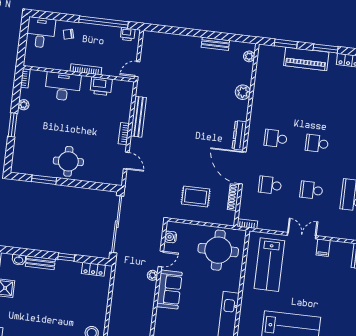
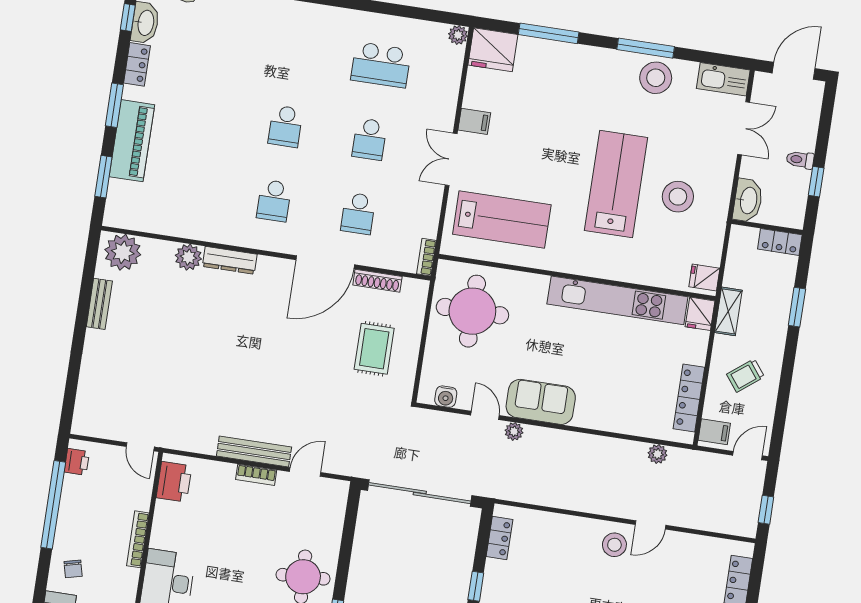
plant: (249, 56) -> (123, 252), width x1.87, depth x1.87
printer: (101, 86) -> (174, 482), moved
bench: (138, 117) -> (254, 452), moved
dresser: (239, 135) -> (230, 260), moved

